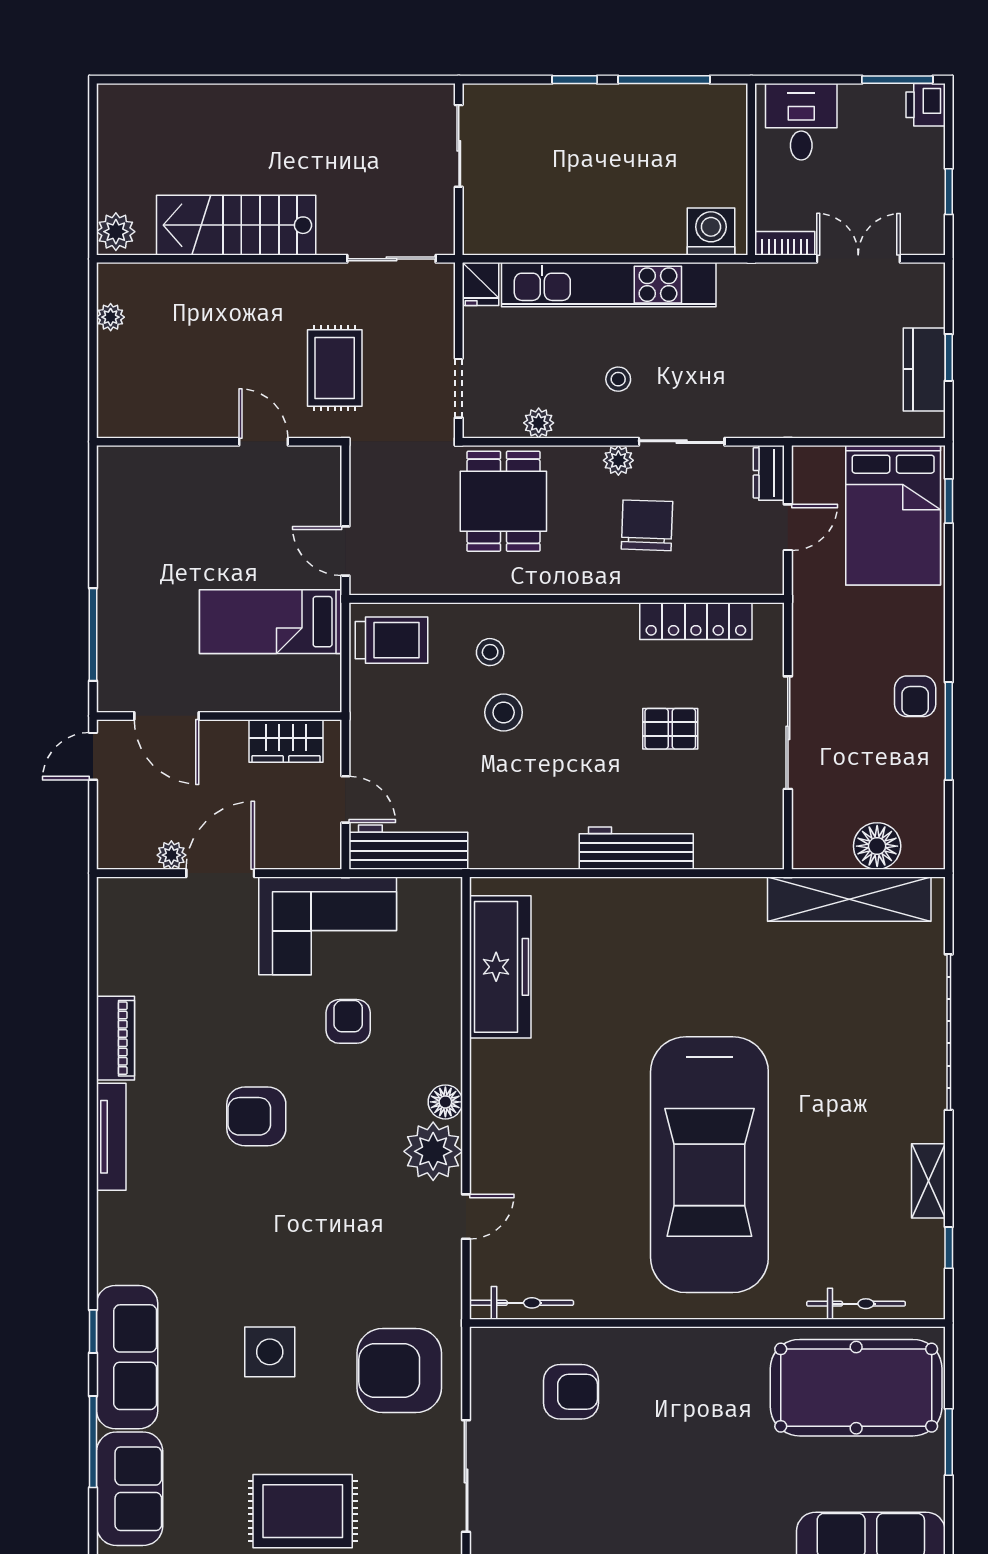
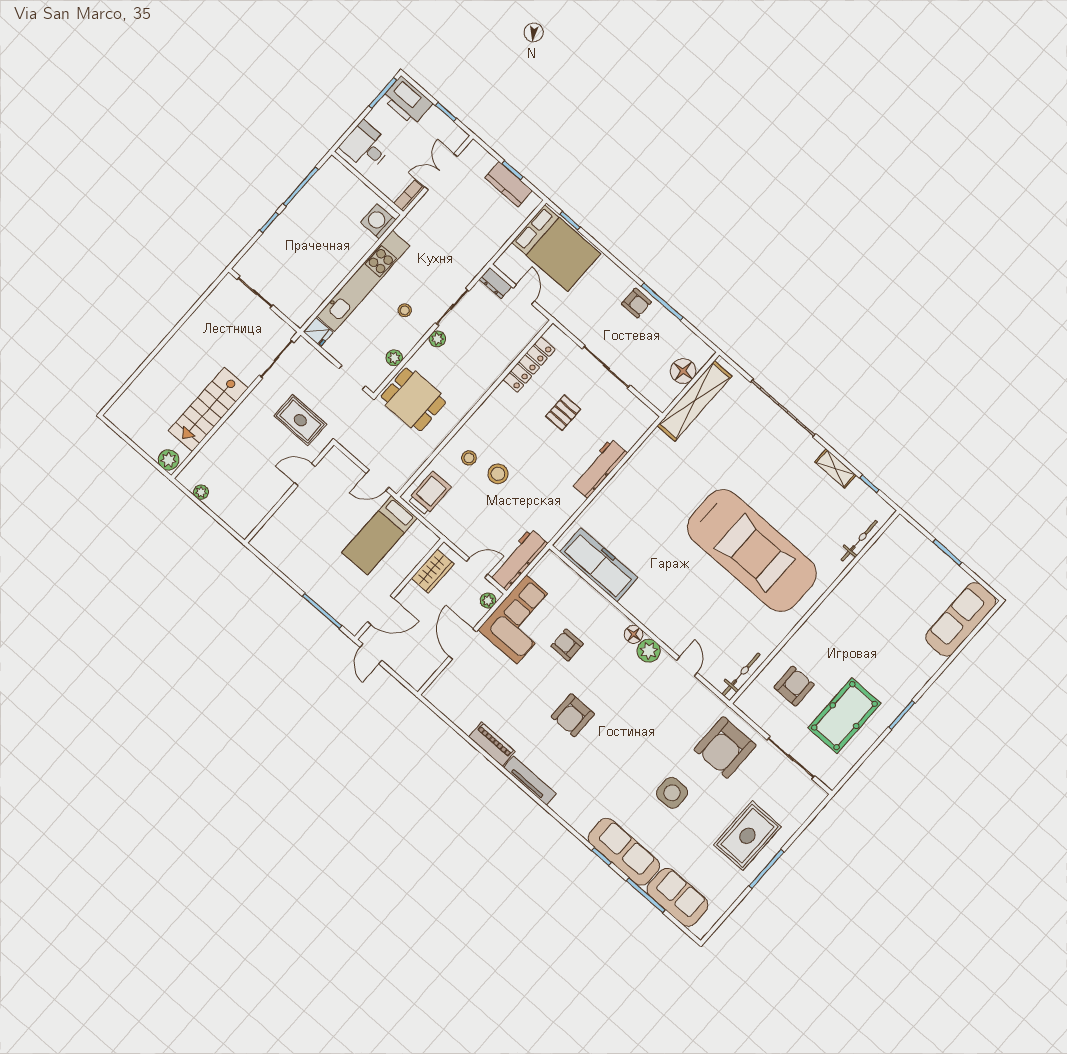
printer: (926, 105) -> (407, 101), width x1.87, depth x1.48
chair: (647, 525) -> (473, 350), removed
plant: (171, 855) -> (488, 600), moved
plant: (433, 1151) -> (649, 651), width x0.73, depth x0.73
pool table: (856, 1388) -> (844, 716), moved, width x0.73, depth x0.76

